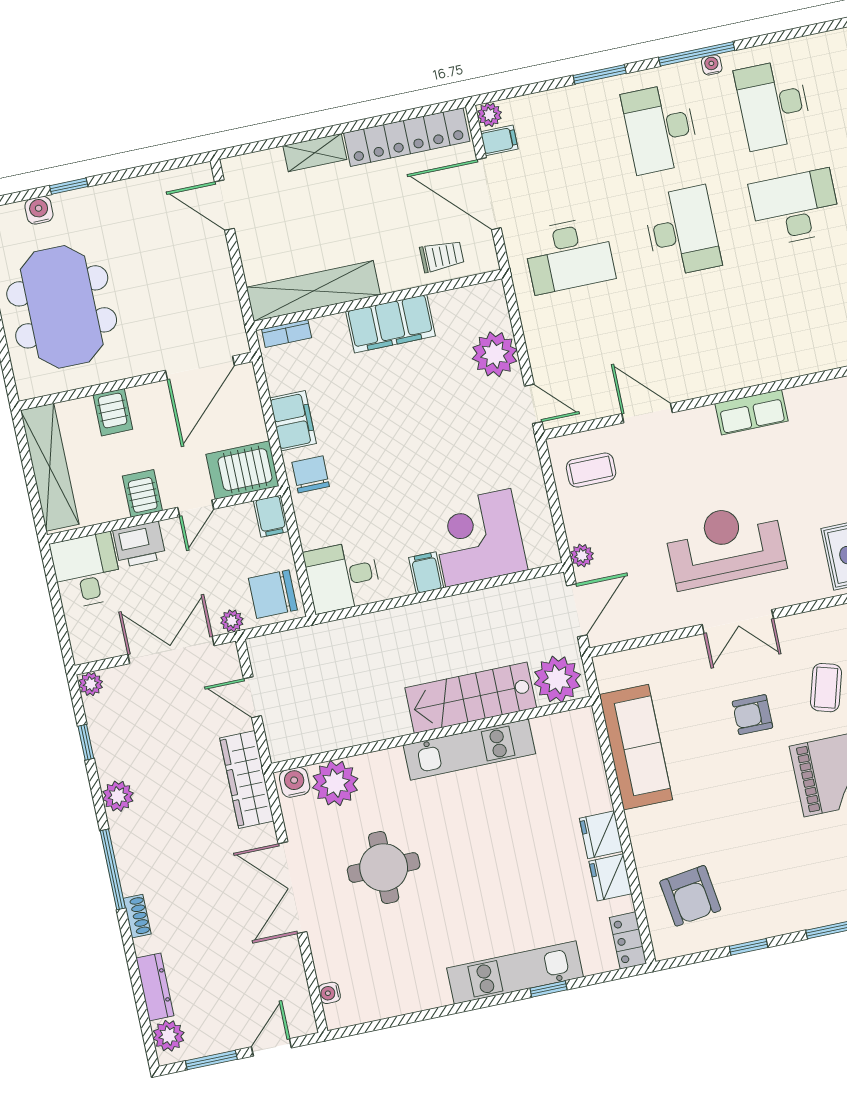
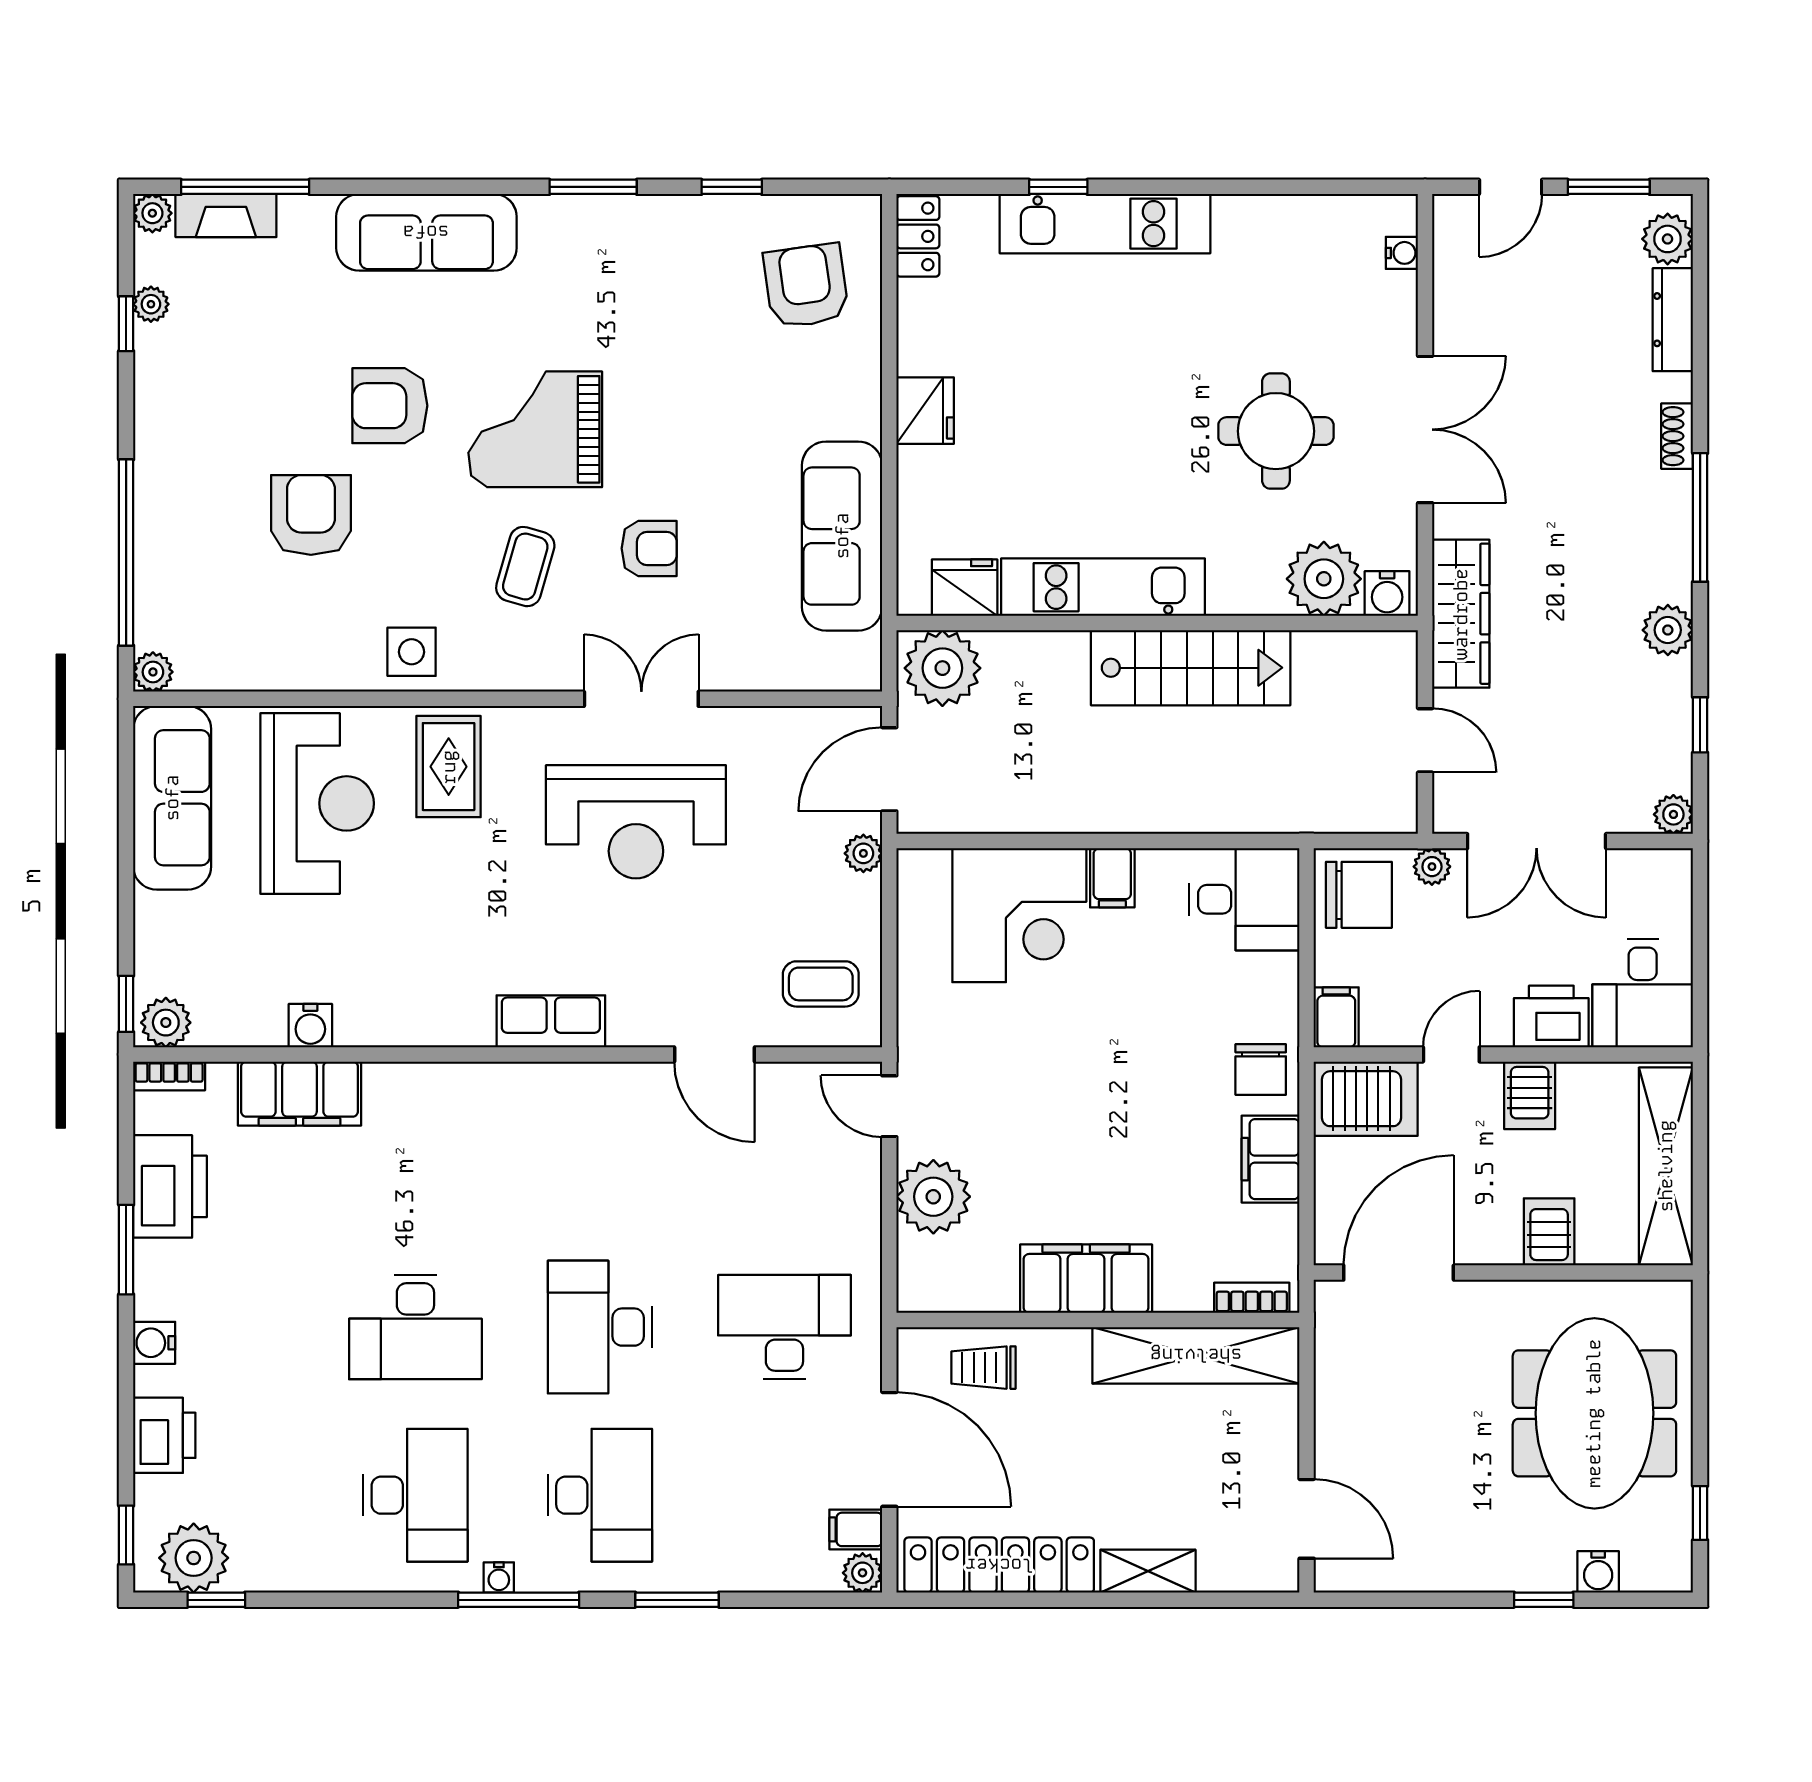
stairs: (471, 698) -> (1191, 668), moved
fridge: (610, 877) -> (965, 588), moved, turned -90

